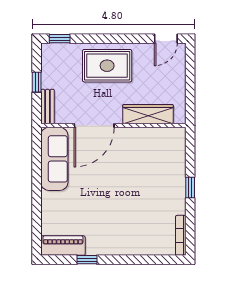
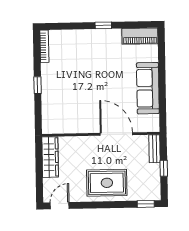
wardrobe: (148, 114) -> (50, 157), moved, turned -90
door: (94, 126) -> (116, 134), hinge flipped
sofa: (54, 159) -> (148, 88), moved
window: (87, 260) -> (103, 25), moved

